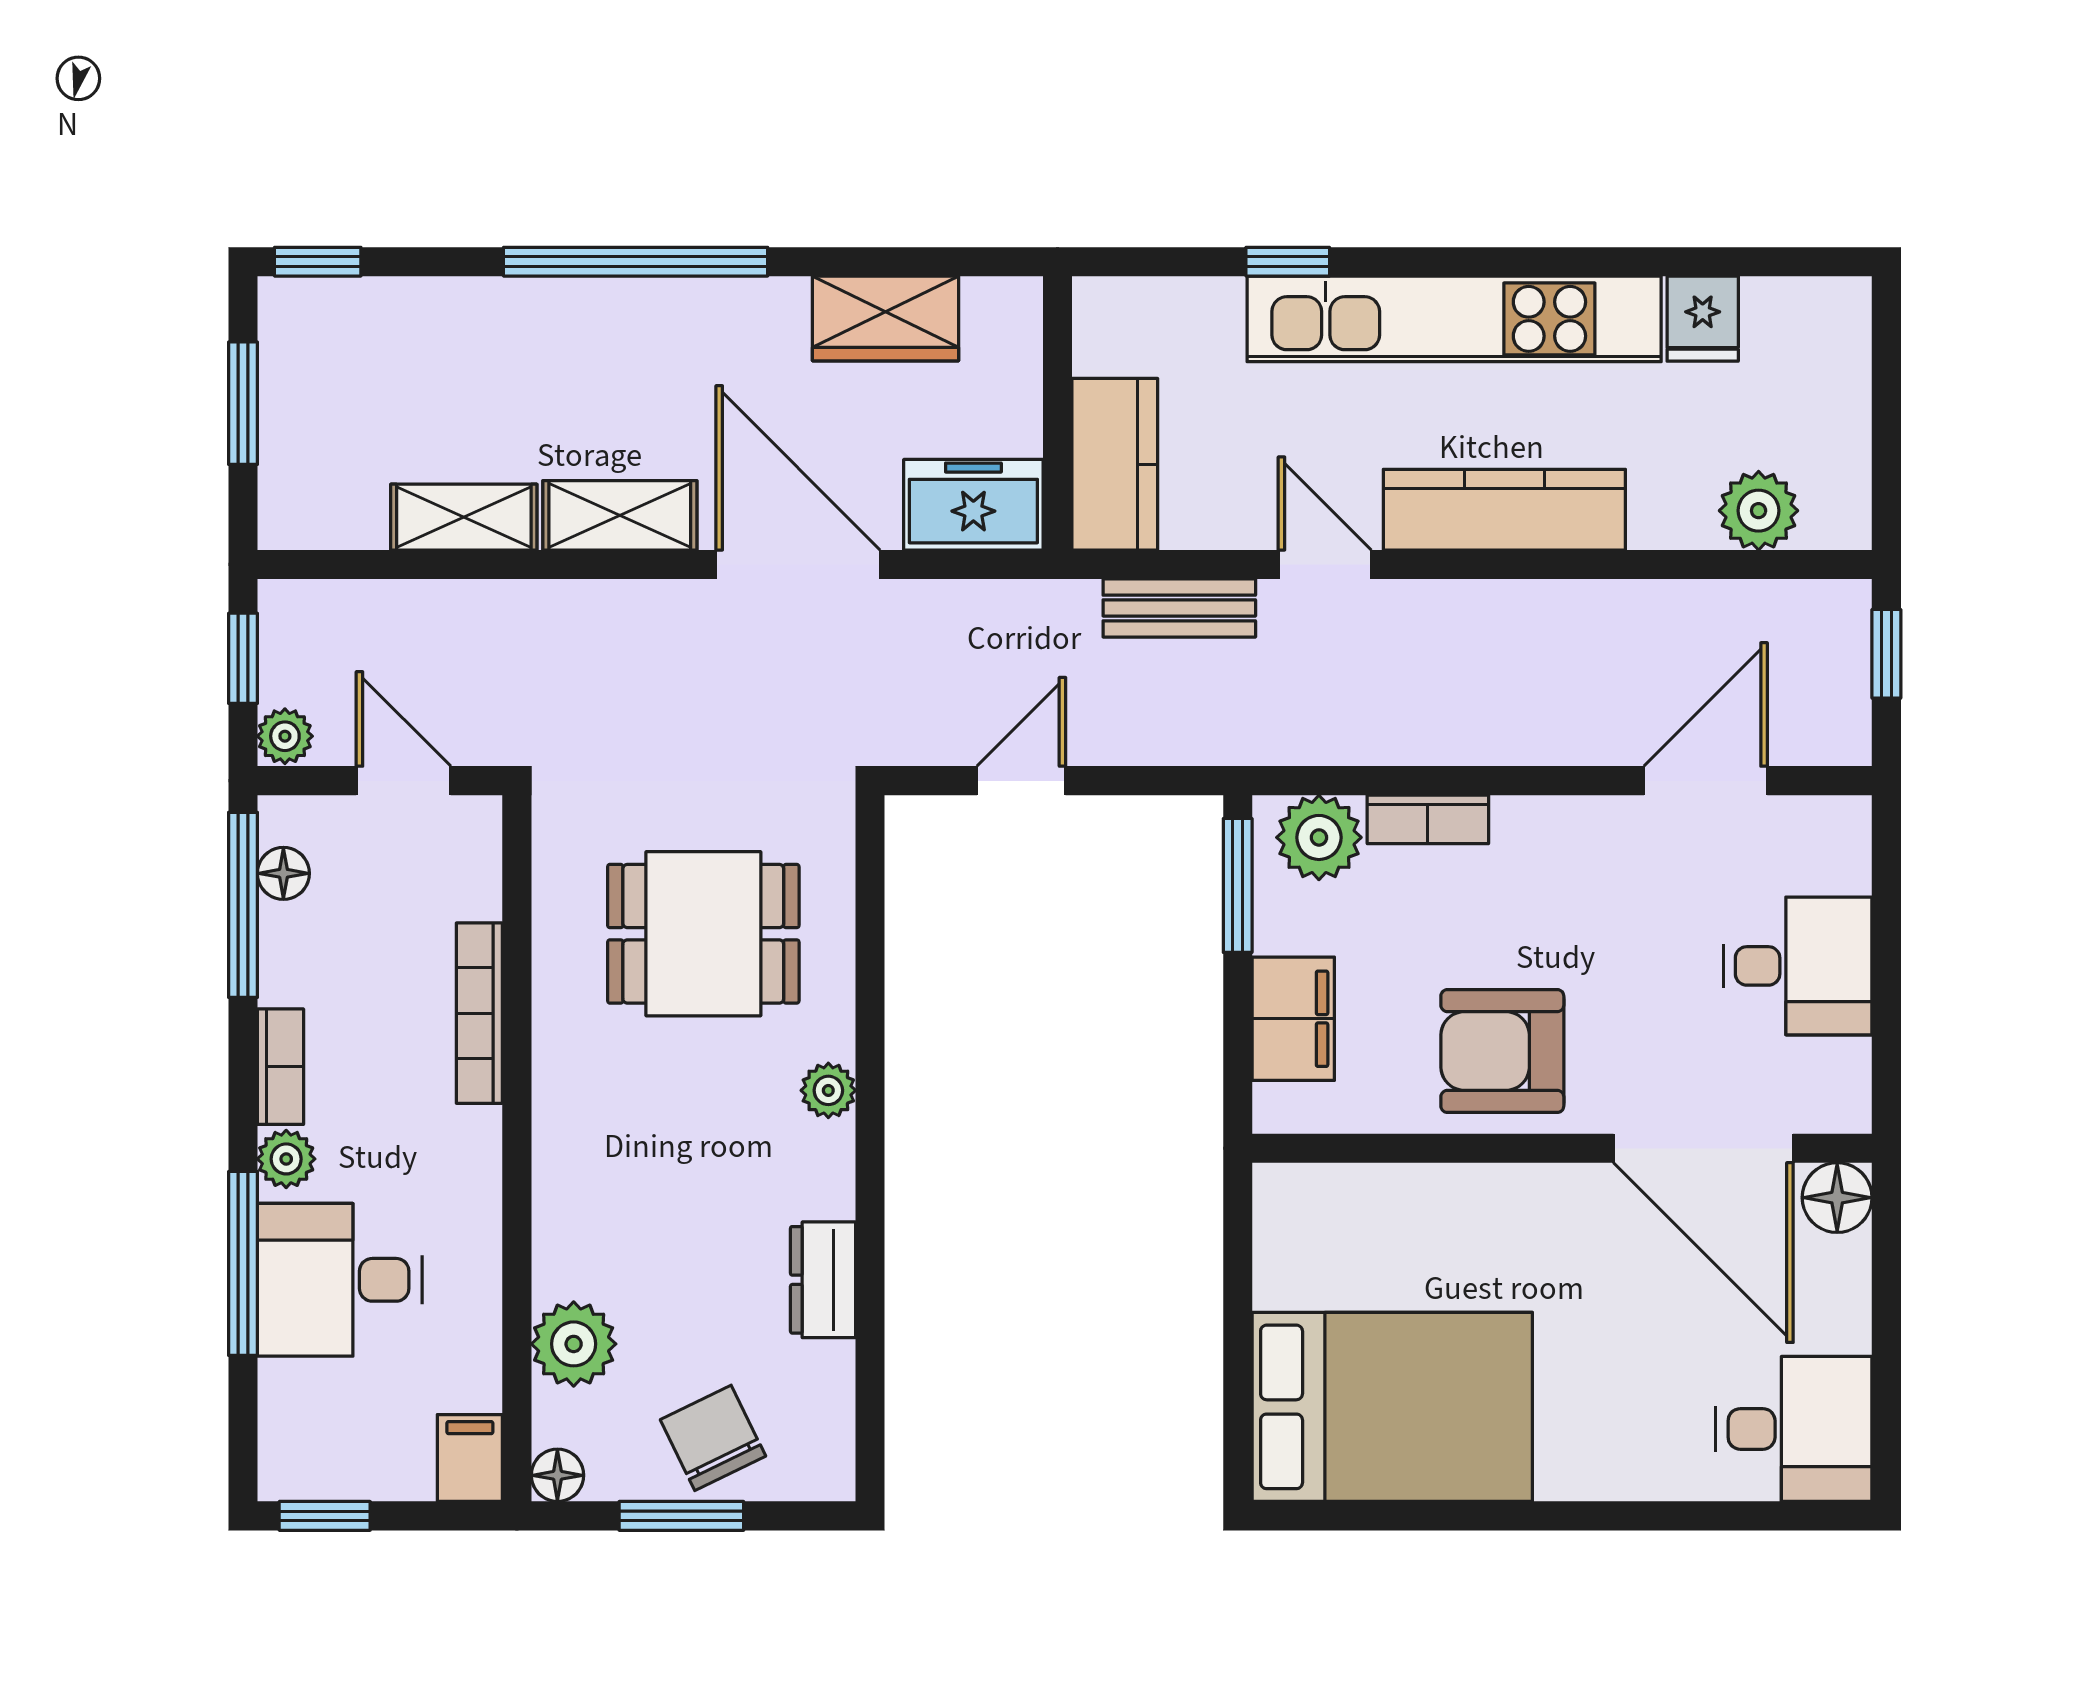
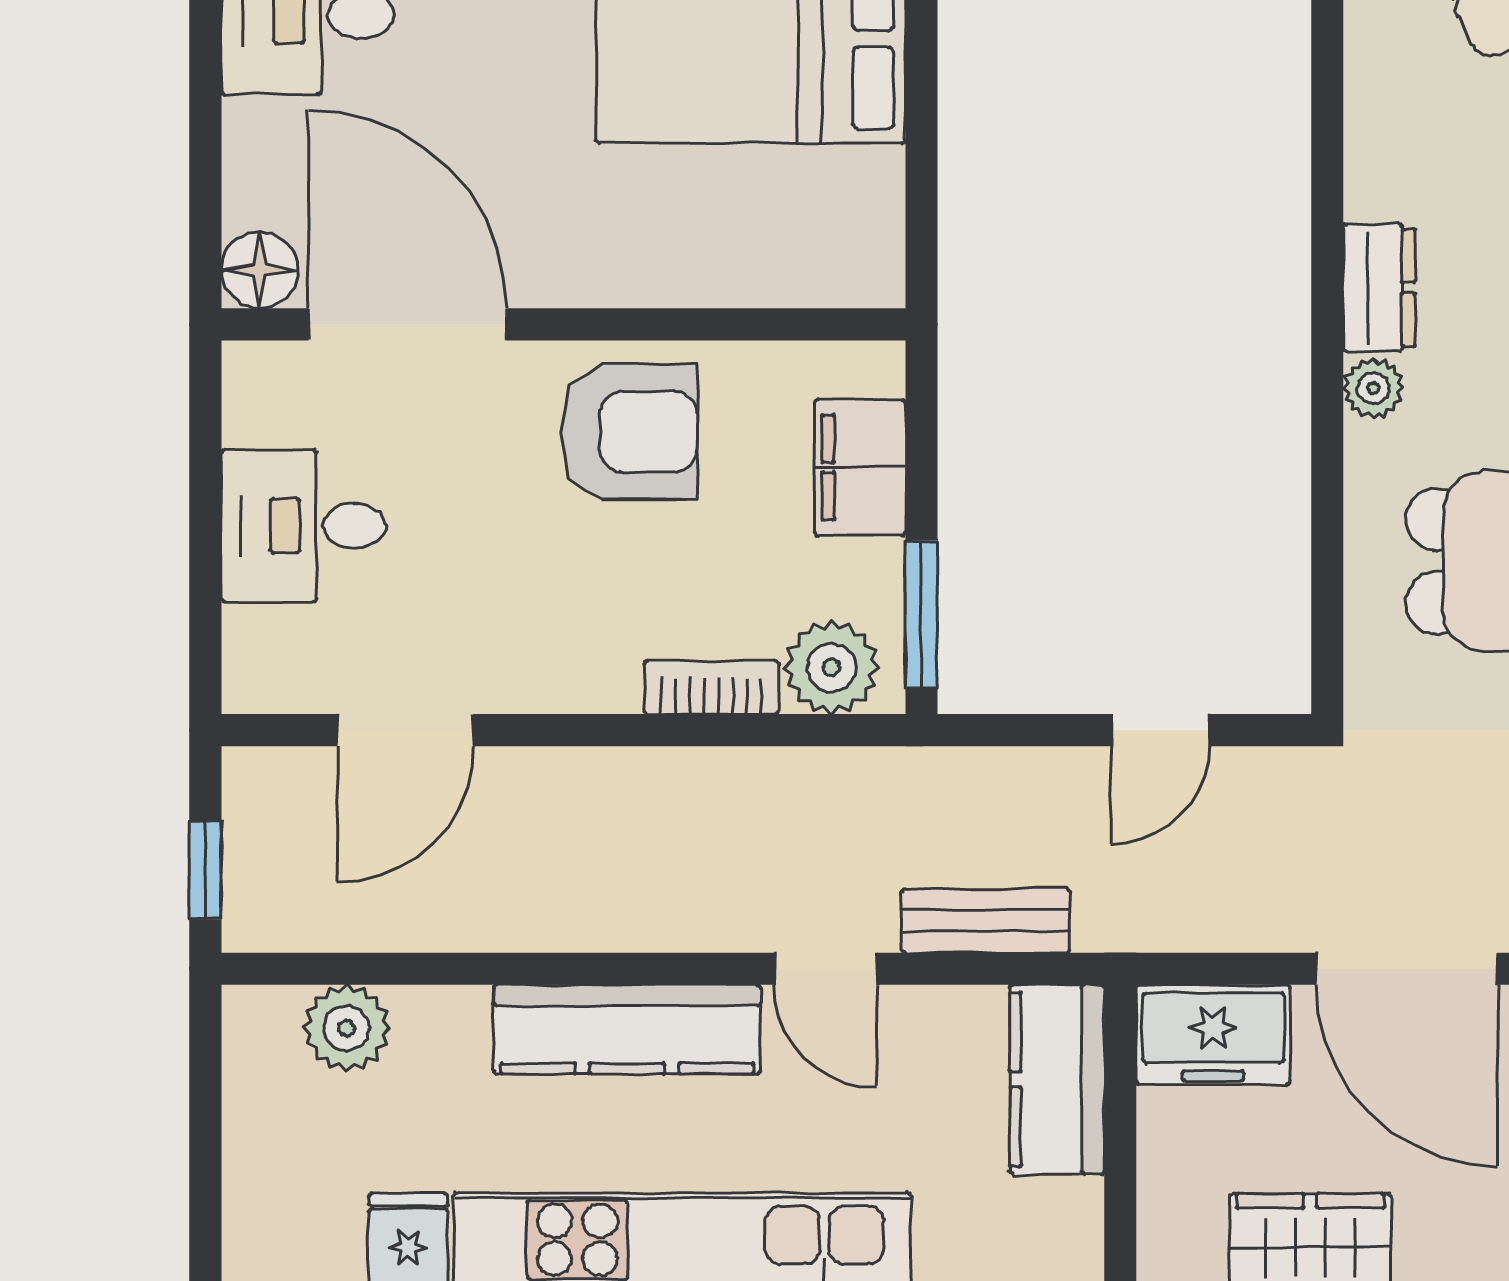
dresser: (823, 1280) -> (1379, 288), moved

